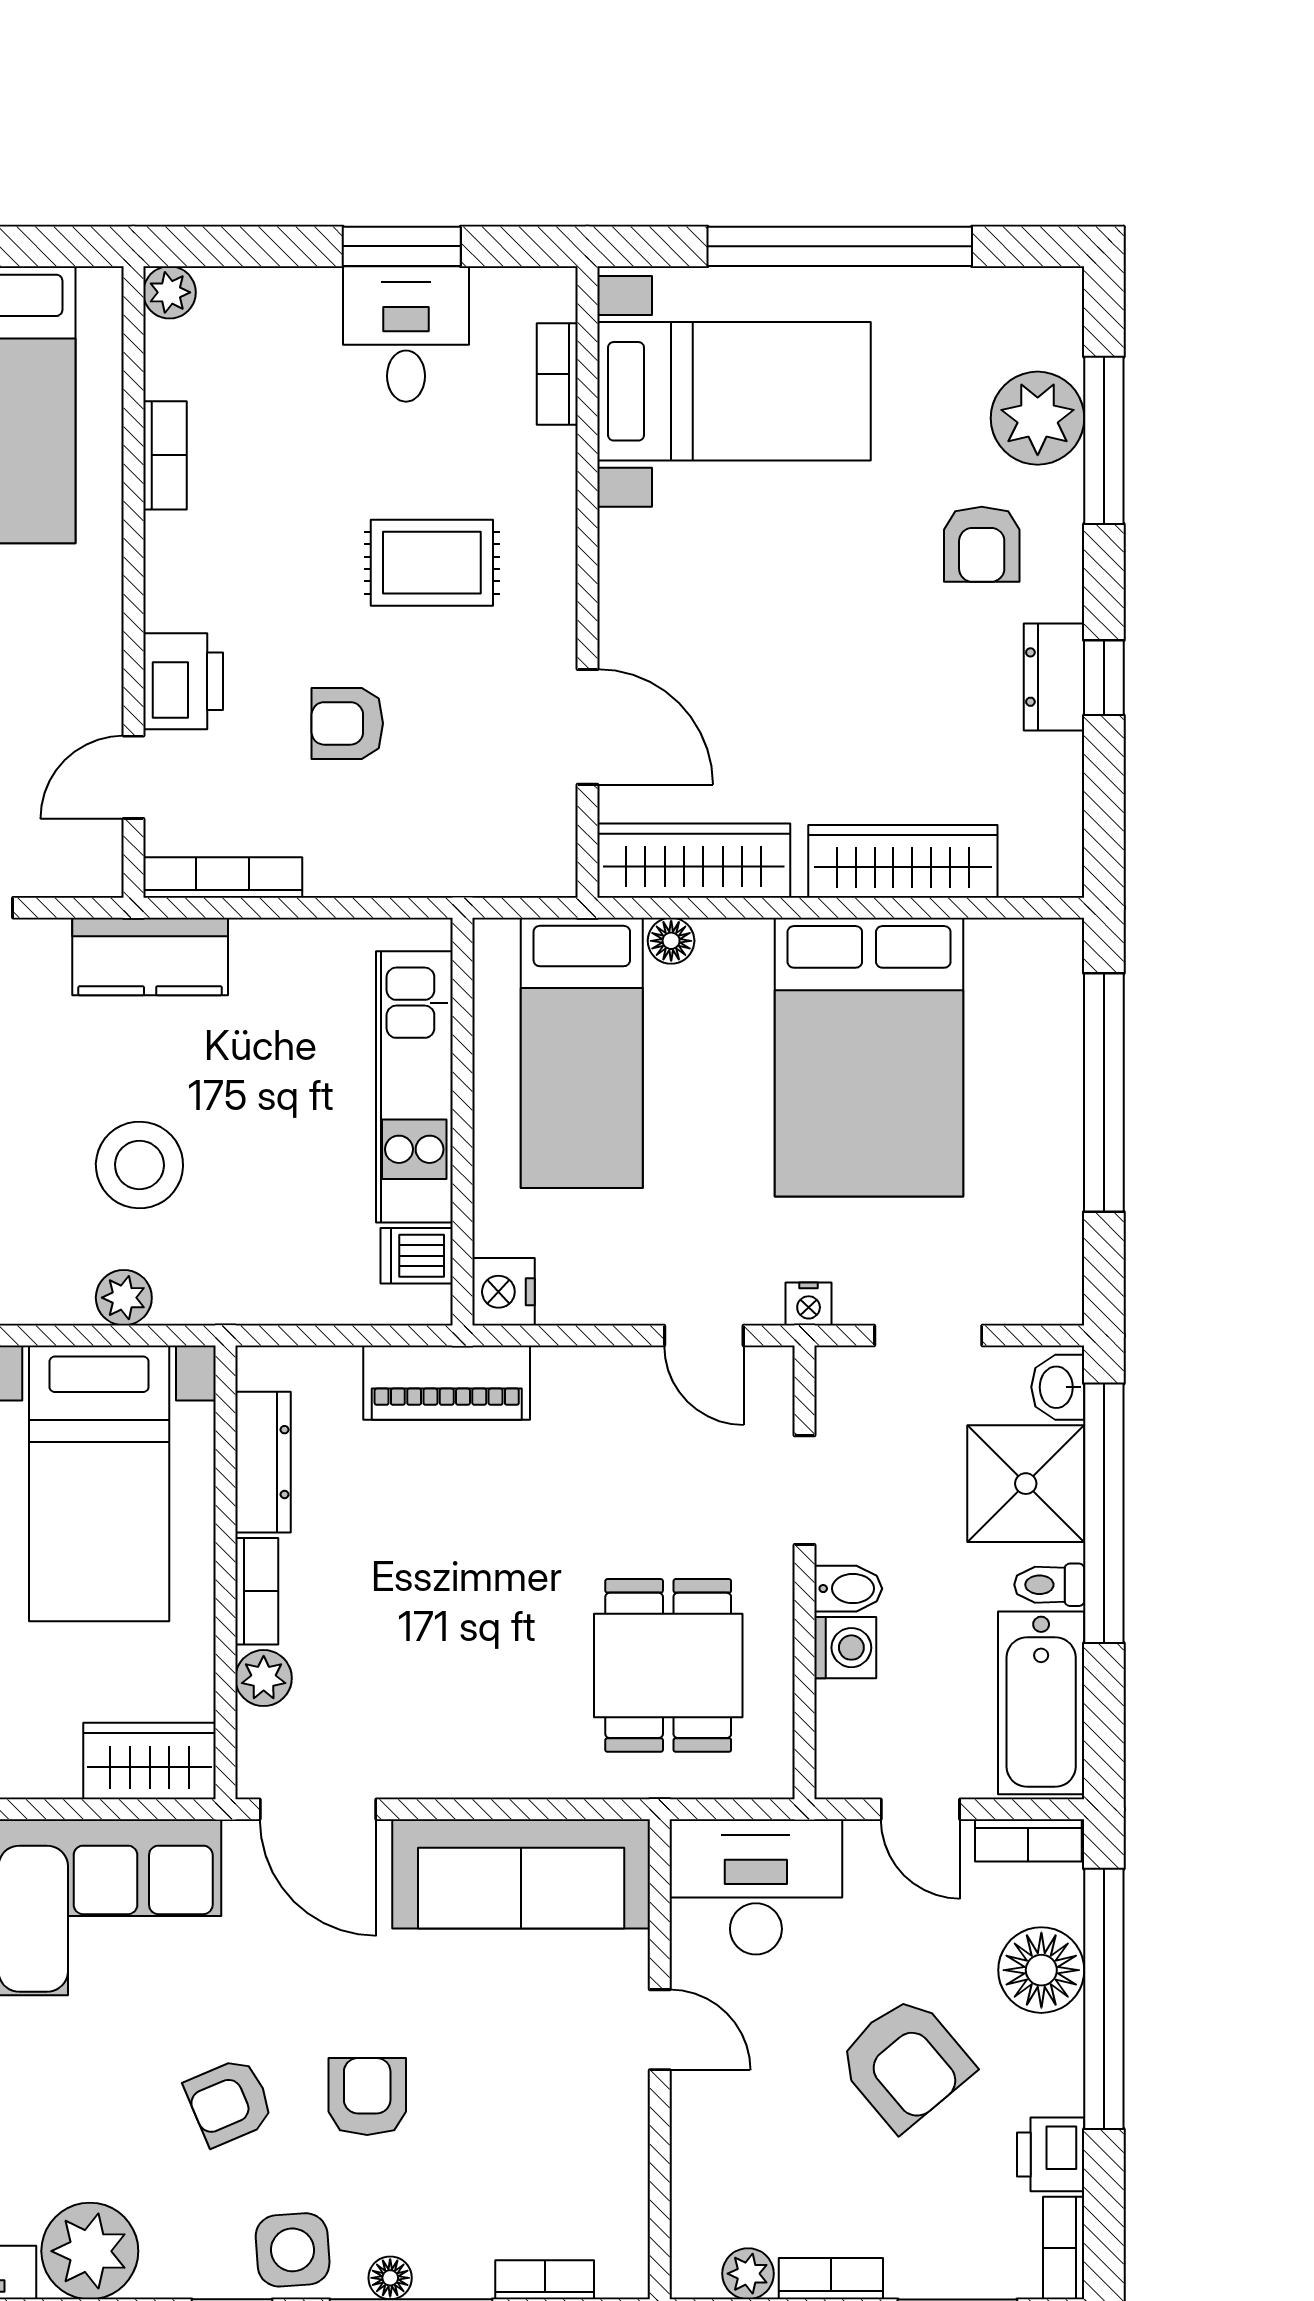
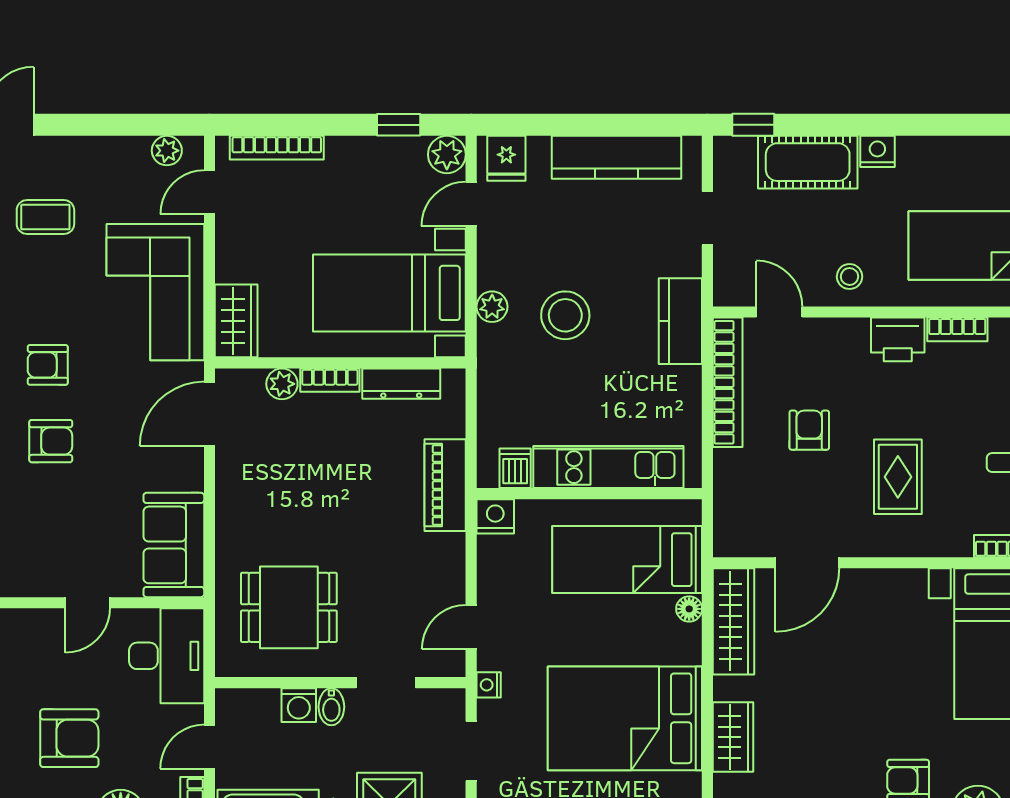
stool: (69, 650) -> (850, 277), added
printer: (183, 681) -> (898, 339), moved
wardrobe: (903, 861) -> (733, 737), width x0.67
bookcase: (223, 878) -> (728, 382), width x1.48, depth x1.31
sofa: (521, 1874) -> (174, 545), width x0.73
armchair: (905, 2063) -> (69, 738), turned -140
armchair: (229, 2102) -> (48, 365), turned -67

